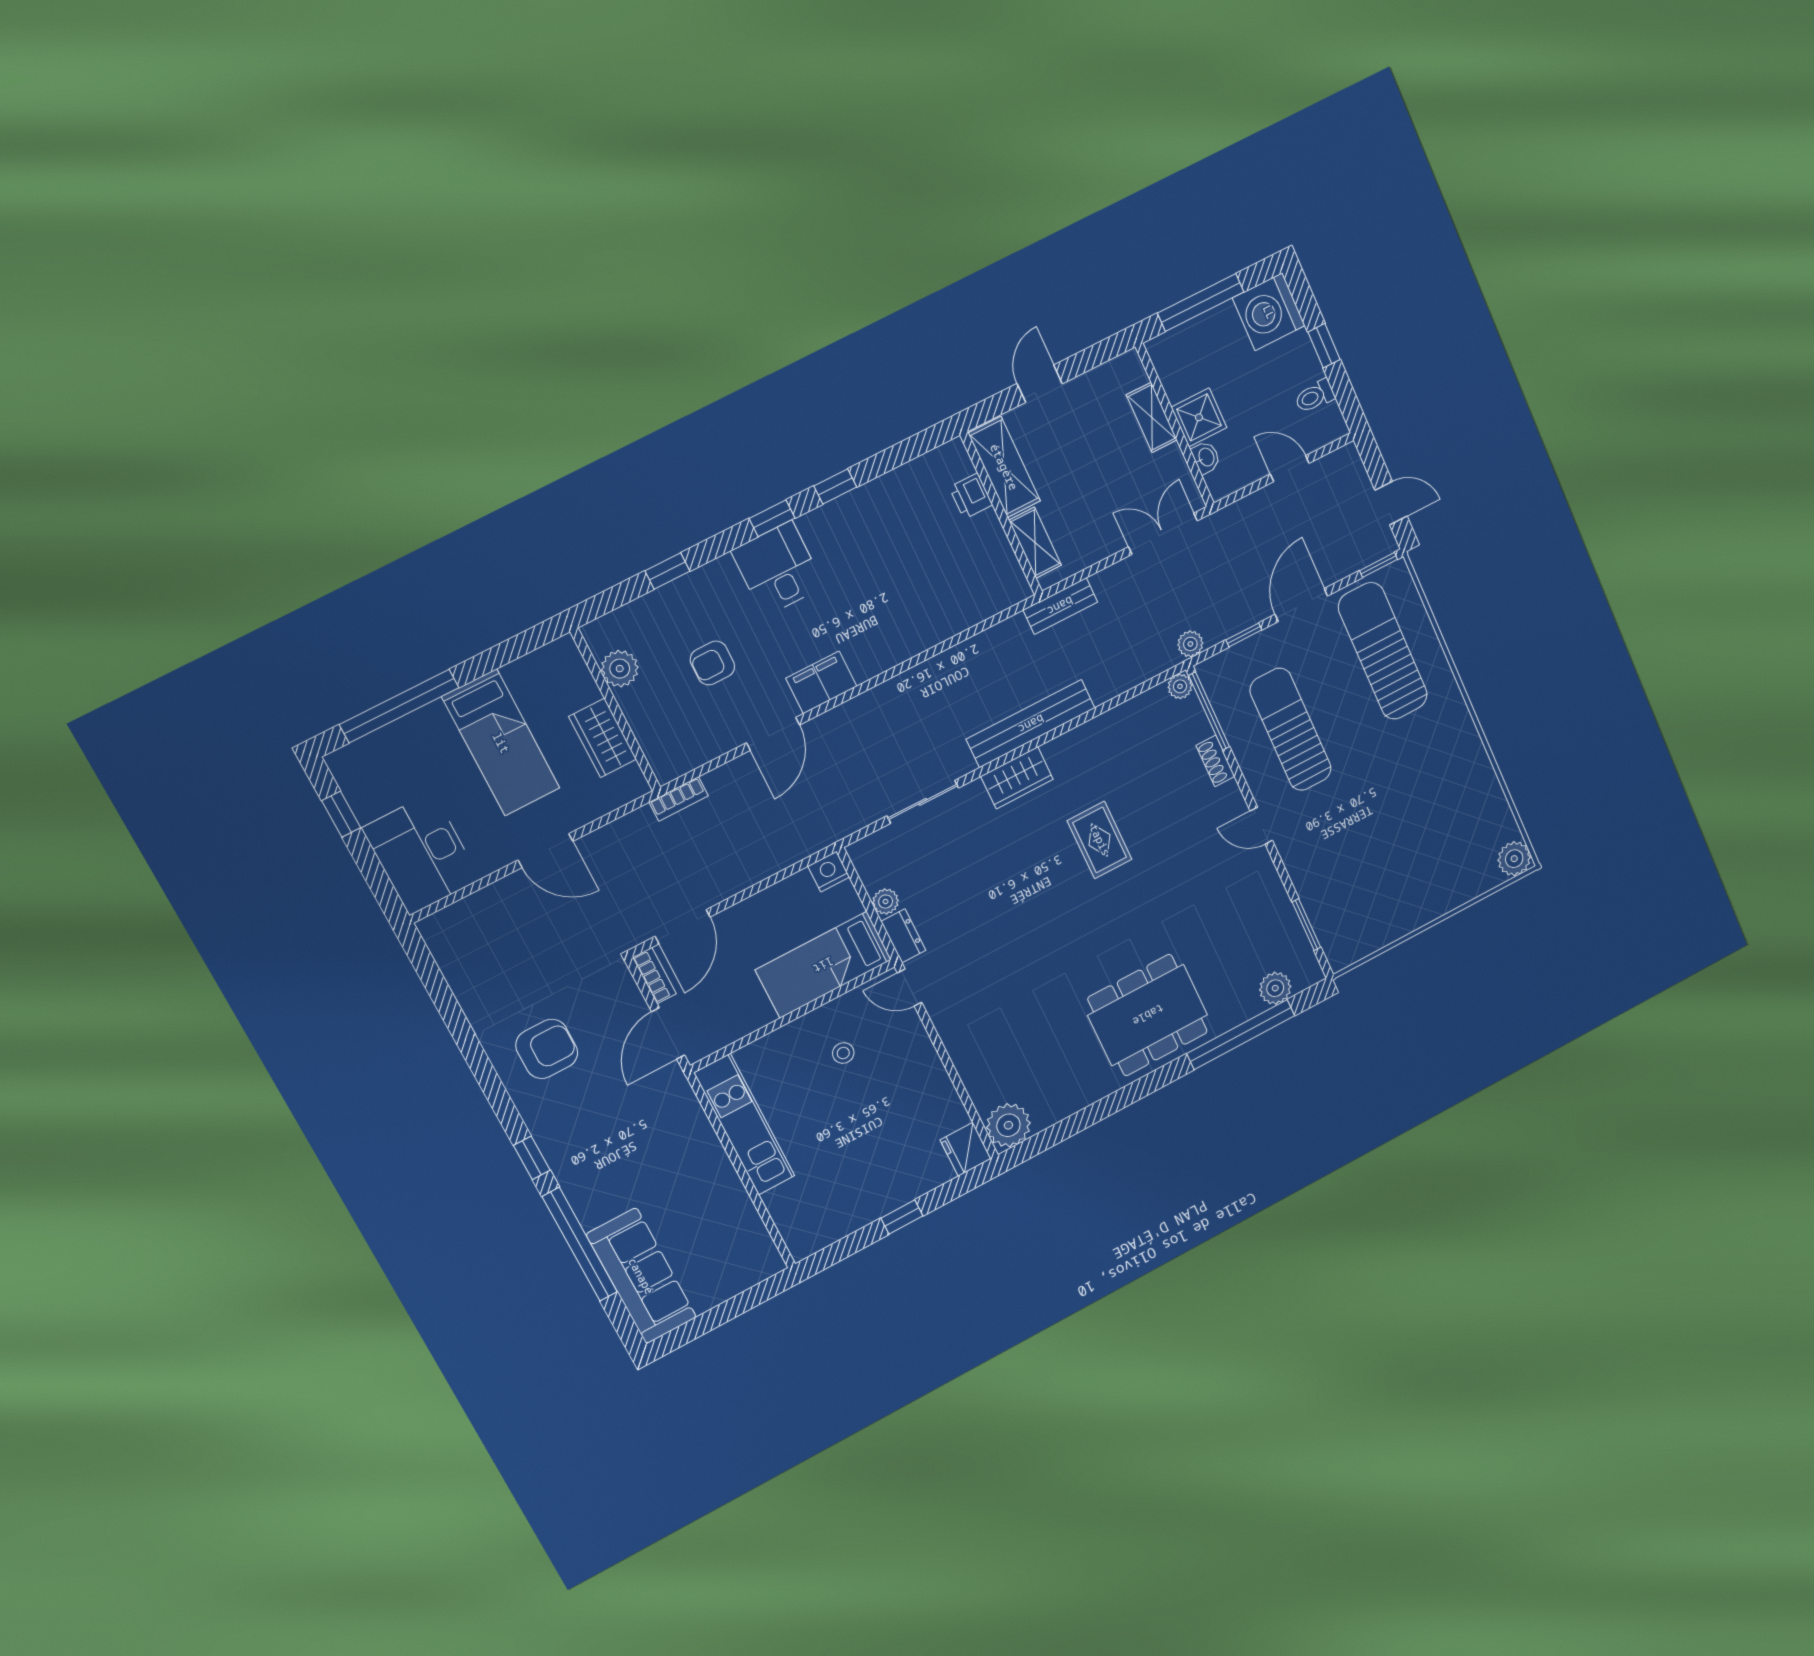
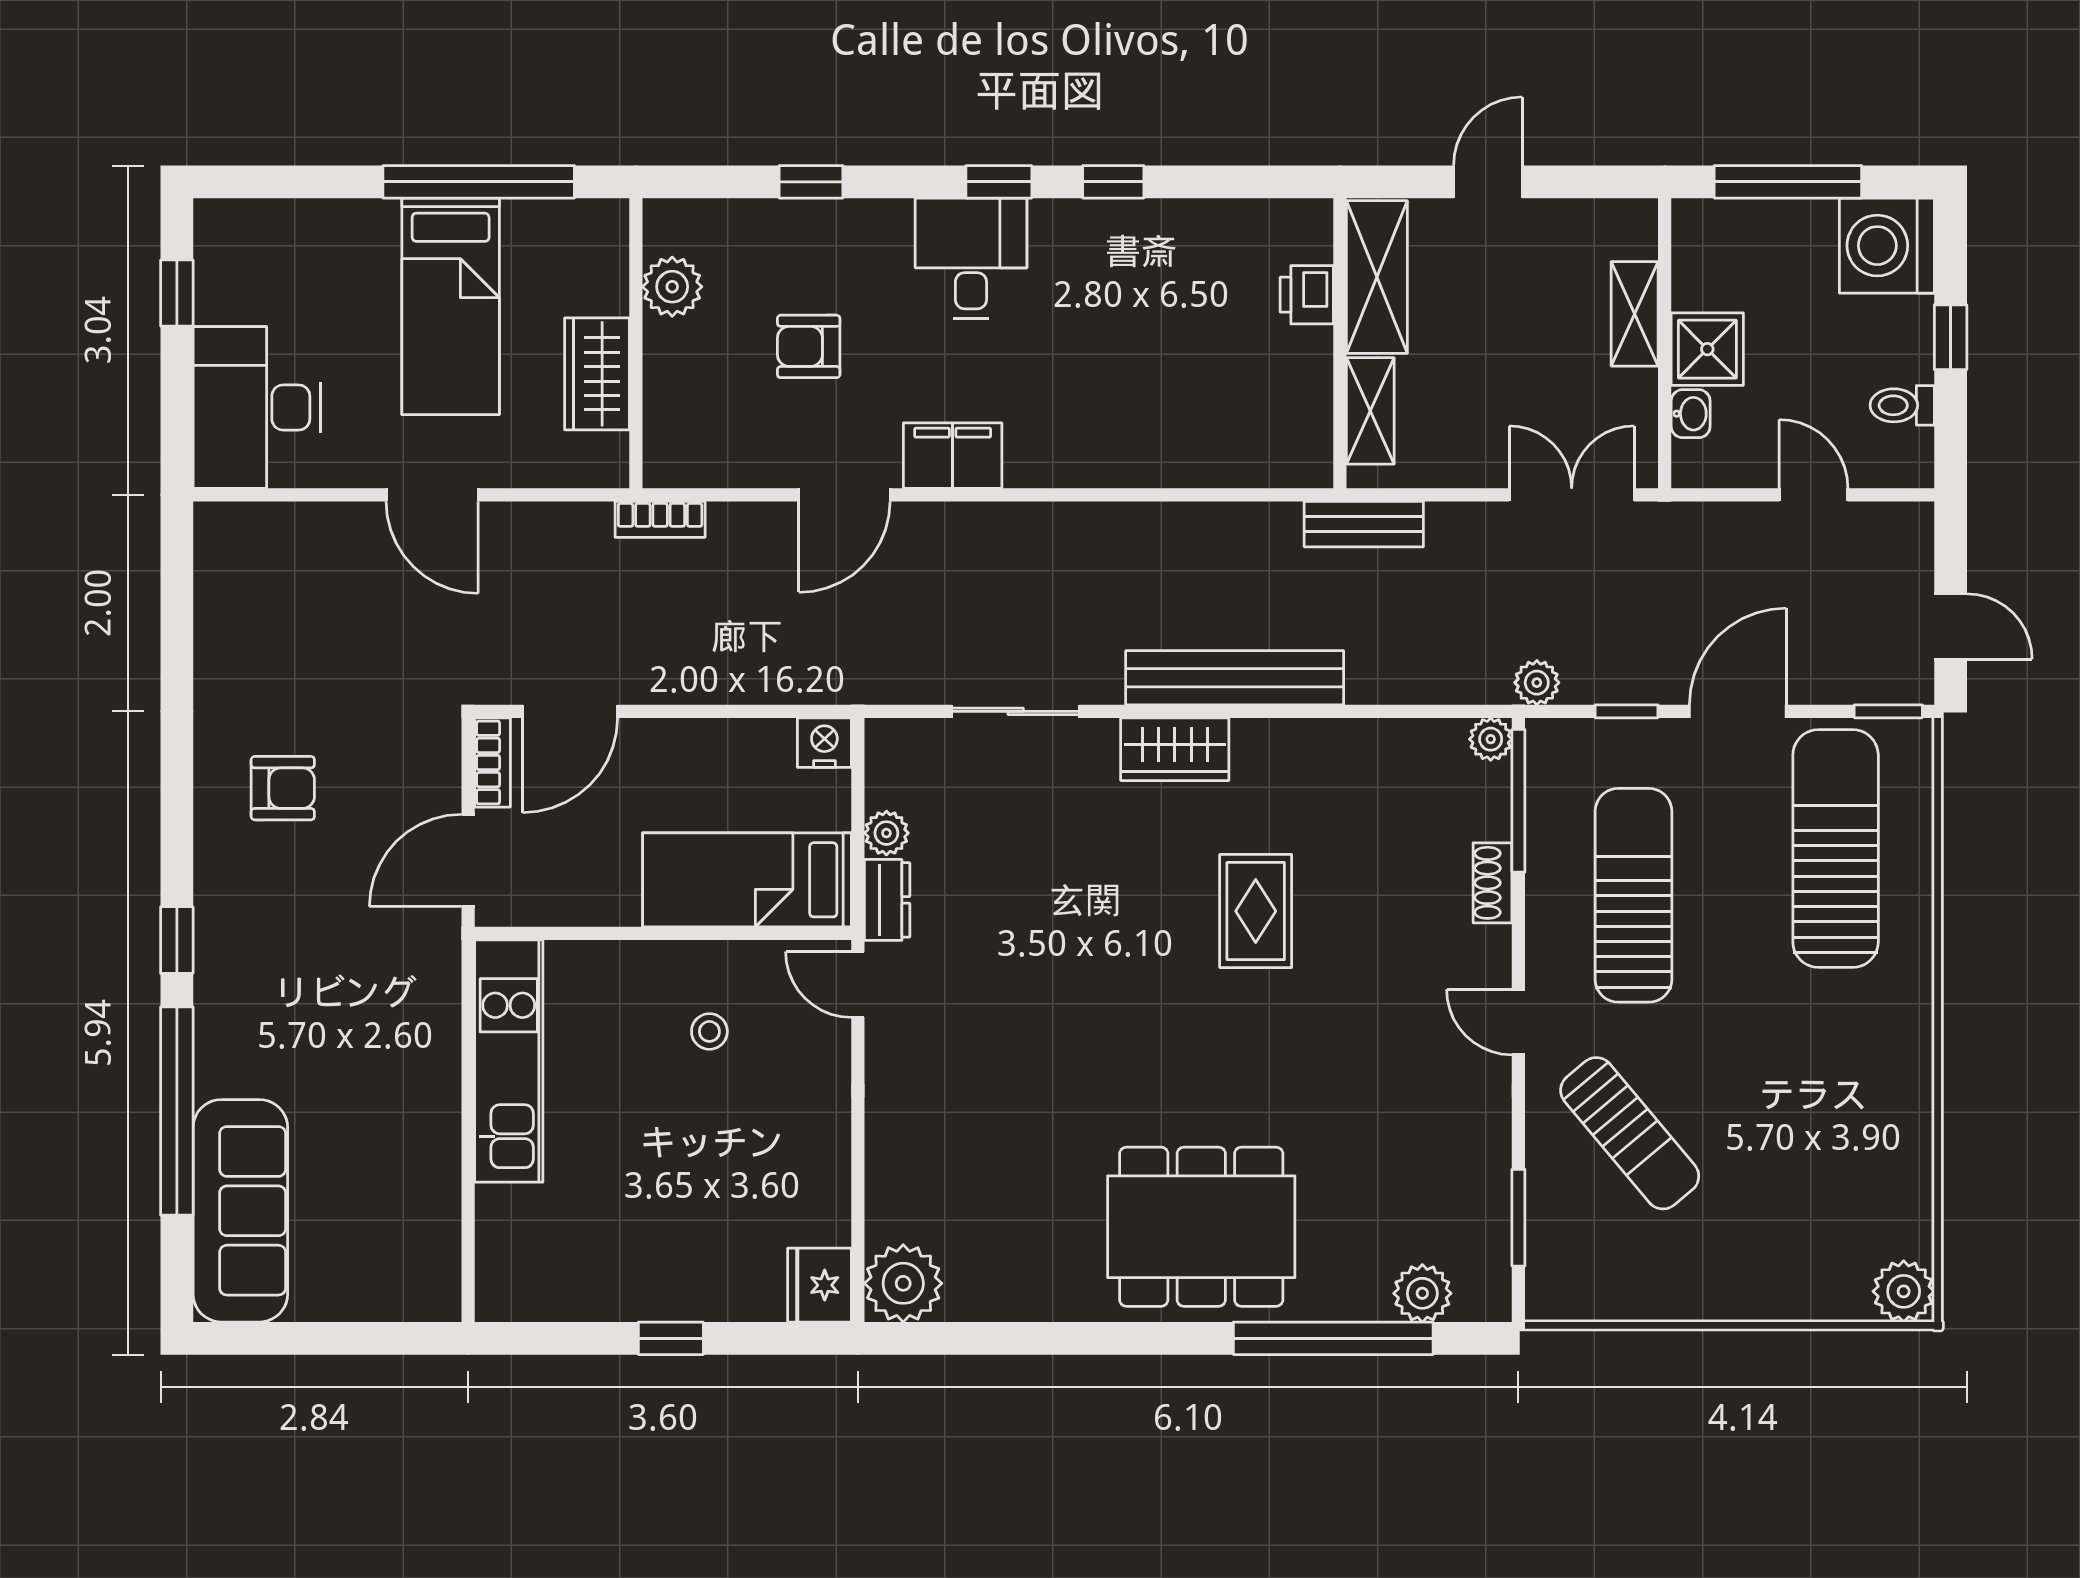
window: (399, 706) -> (479, 182), moved
sun lounger: (1343, 852) -> (1630, 1133), added
armchair: (547, 1049) -> (283, 788), width x0.72, depth x0.72

